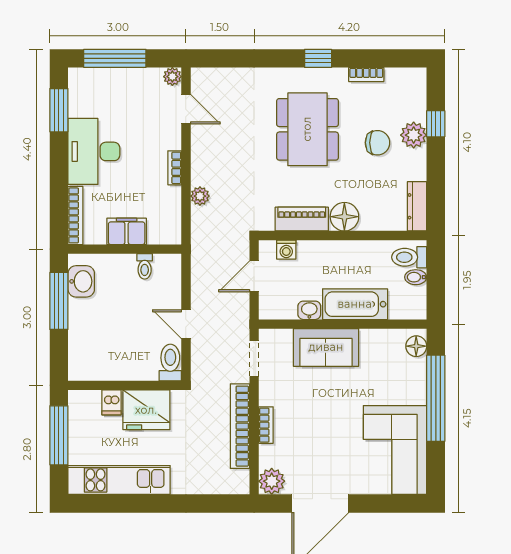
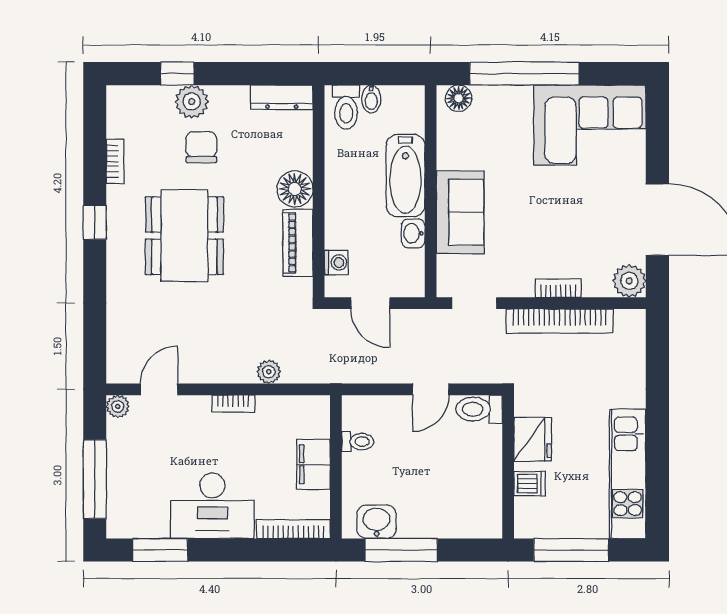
dining table: (307, 129) -> (184, 236), turned 90
fridge: (146, 410) -> (533, 439), width x0.73, depth x0.75

